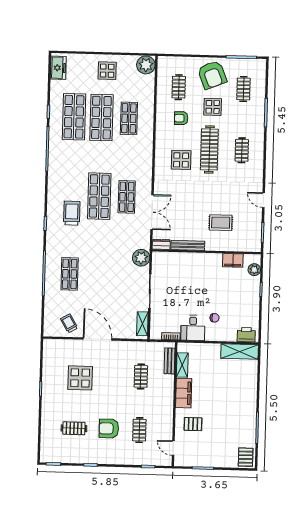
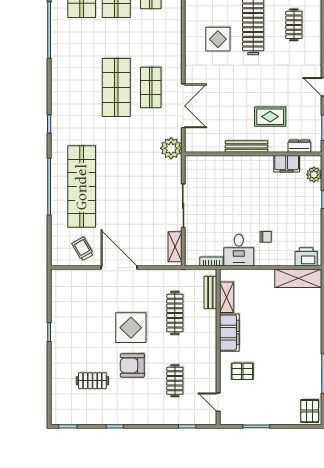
trolley: (72, 213) -> (82, 110), removed
dresser: (161, 244) -> (299, 146), moved
bench: (188, 245) -> (246, 146), moved
plant: (141, 258) -> (171, 148), moved
shop shelf: (70, 274) -> (82, 187), width x2.00, depth x1.36
clothes rail: (141, 376) -> (175, 313), width x1.36
display table: (80, 378) -> (131, 328), moved
armchair: (109, 429) -> (132, 365), moved

